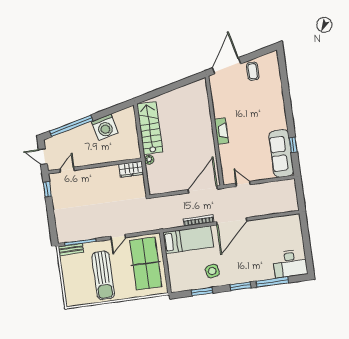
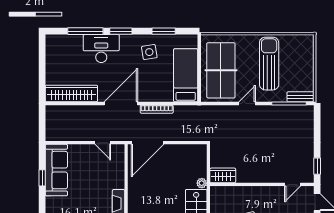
wardrobe: (277, 224) -> (71, 93), added
bed: (188, 240) -> (186, 75), moved, turned 90
desk: (290, 264) -> (101, 49), moved

